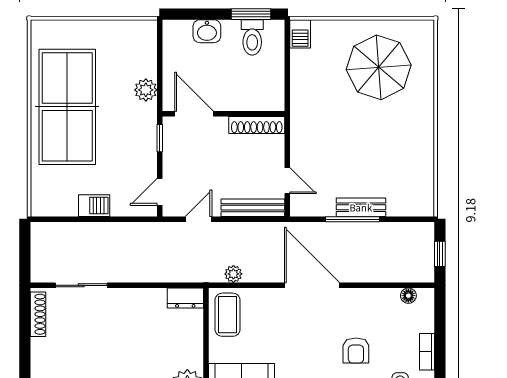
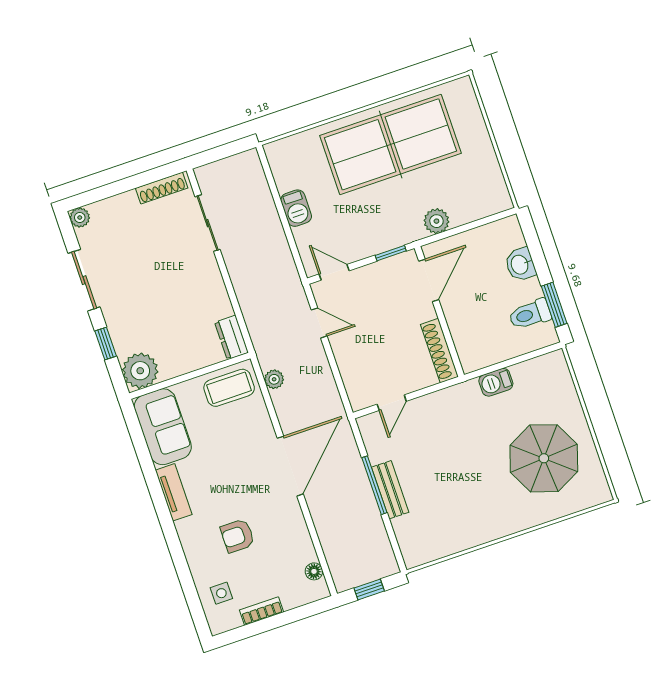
barbecue: (300, 34) -> (496, 382), moved
bench: (253, 208) -> (351, 376), removed

